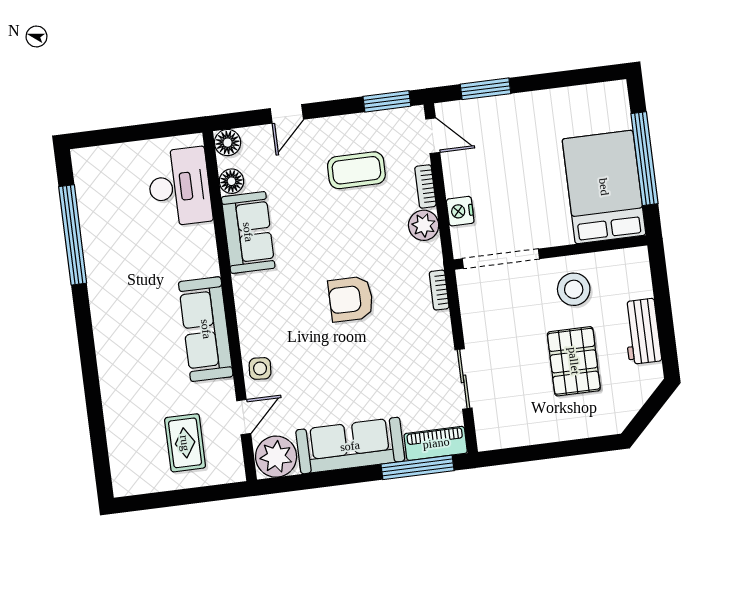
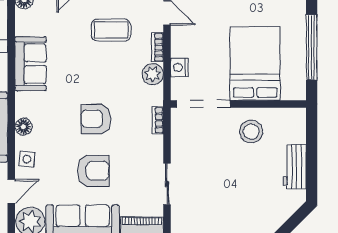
floor lamp: (231, 181) -> (23, 127), moved
bed: (604, 187) -> (255, 63), moved
pallet: (574, 361) -> (245, 182), removed
armchair: (357, 373) -> (93, 171), added

